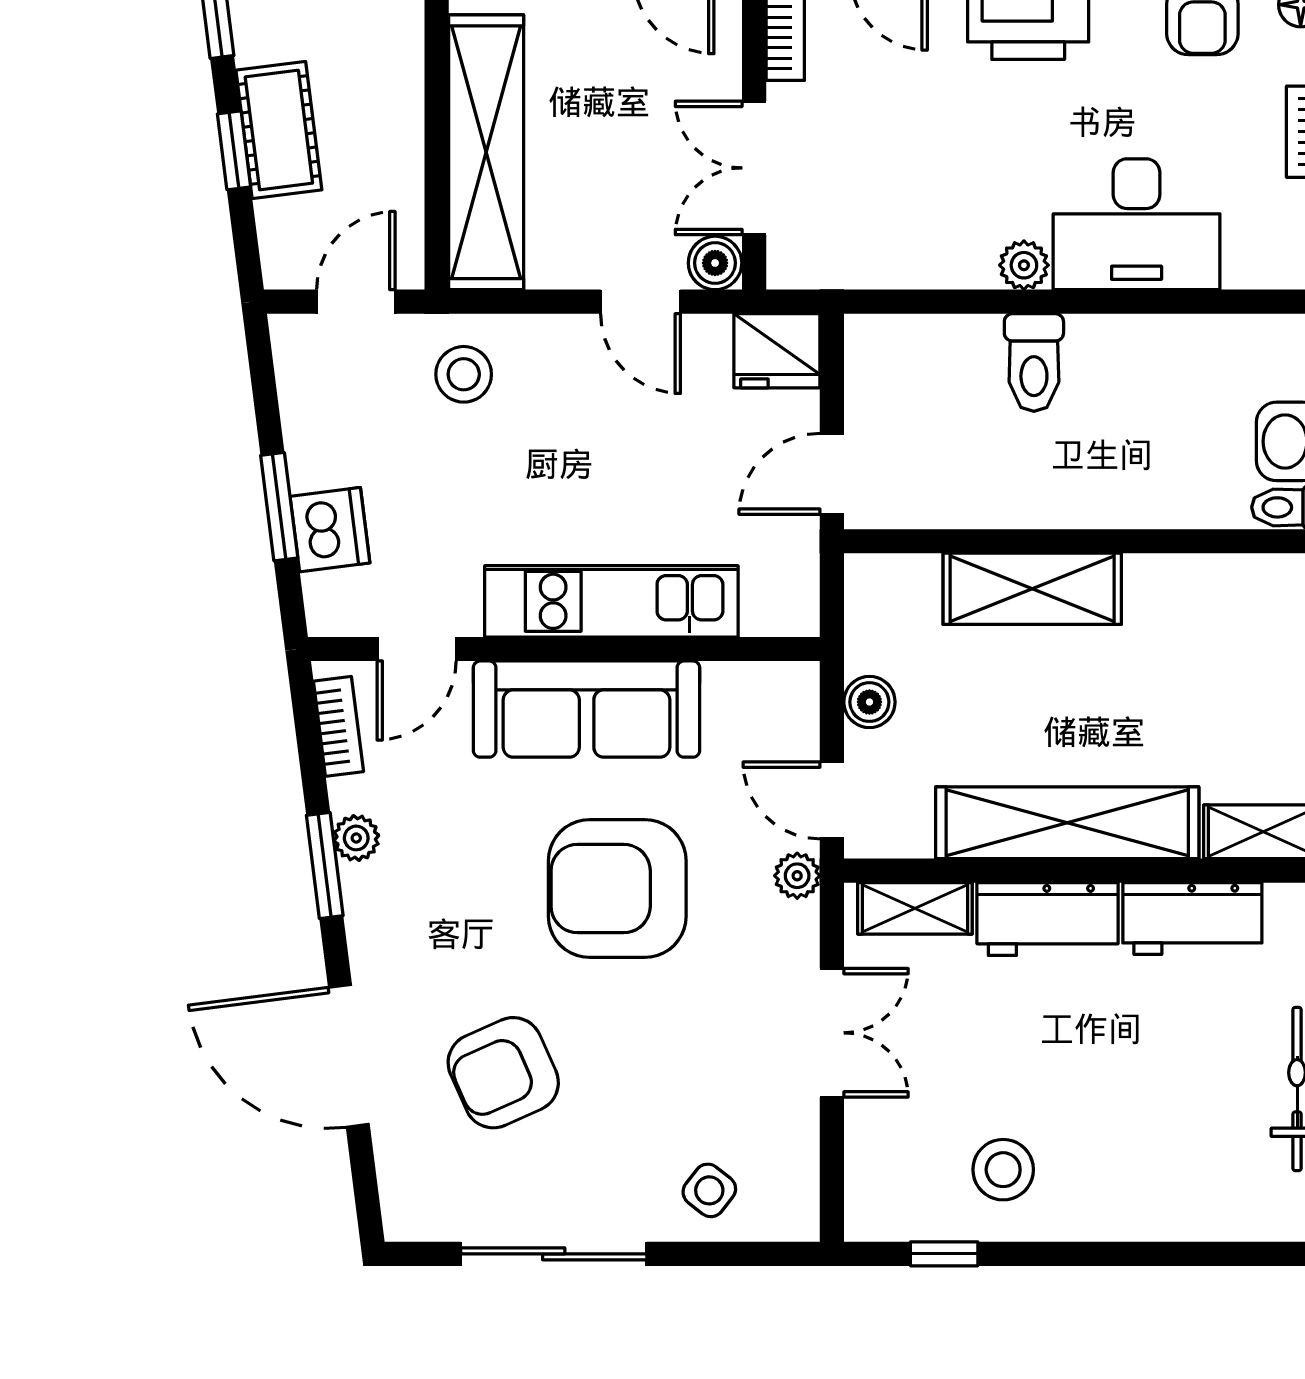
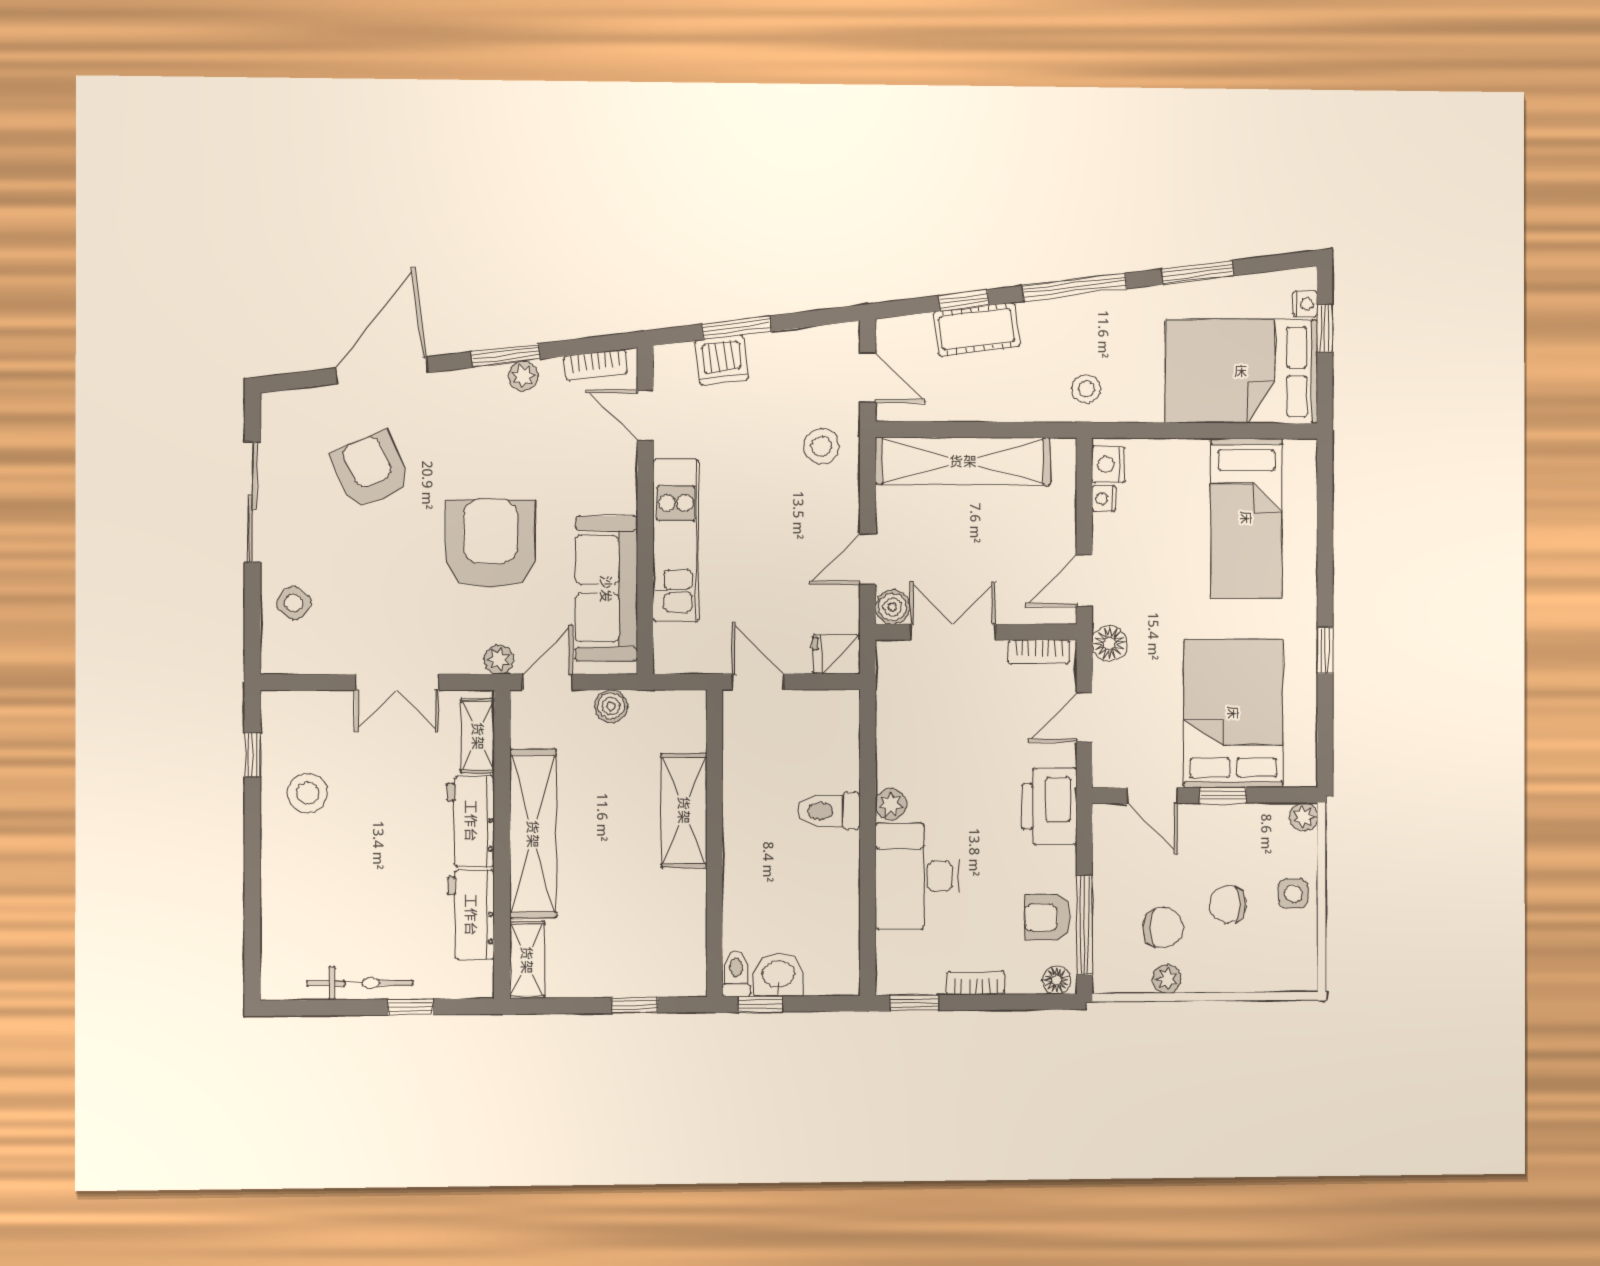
fridge: (777, 351) -> (836, 654), width x0.72
sofa: (587, 709) -> (606, 589), moved

